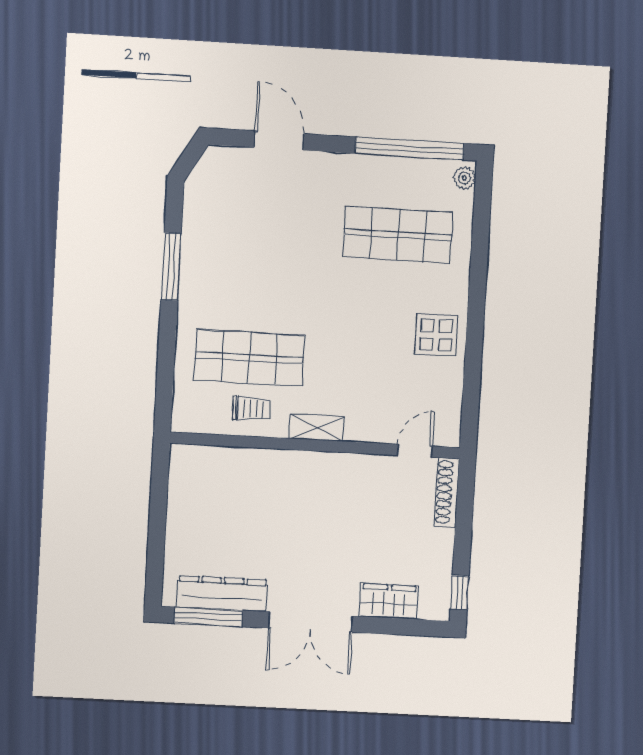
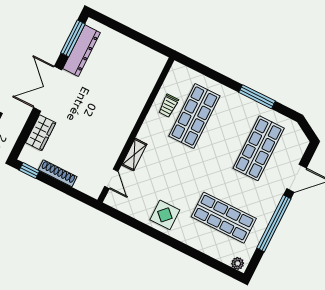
window: (410, 148) -> (274, 223), moved
shop shelf: (257, 226) -> (259, 148), added
shop shelf: (398, 235) -> (224, 218), turned 90
shelving: (317, 428) -> (134, 154), moved
shoe rack: (447, 492) -> (58, 173), moved

